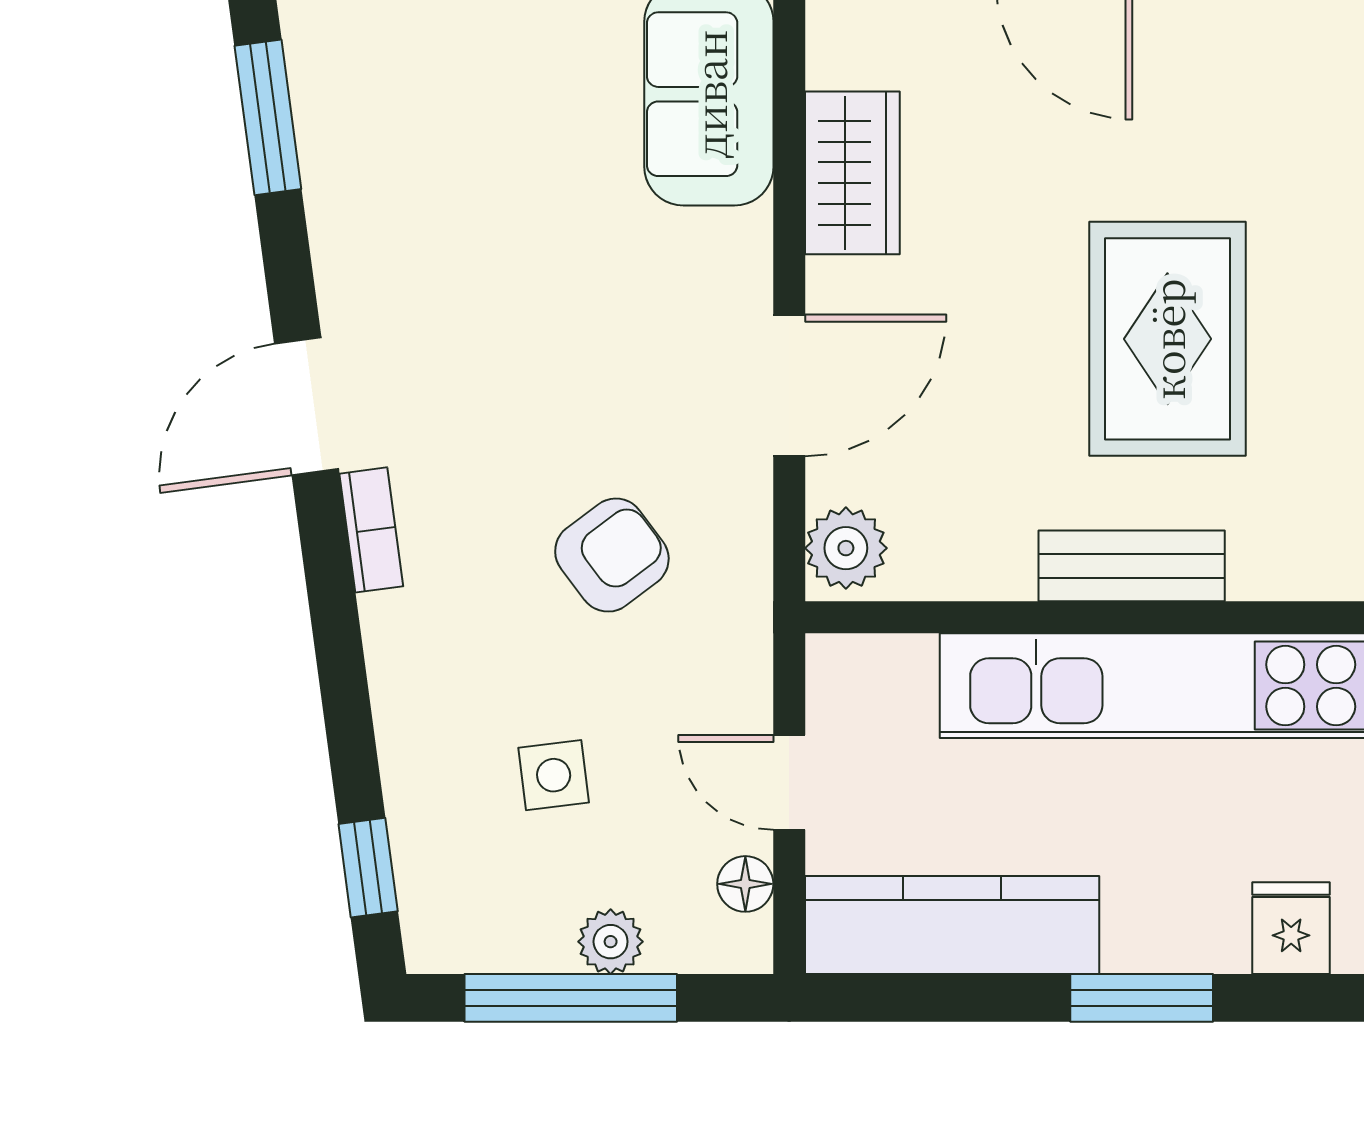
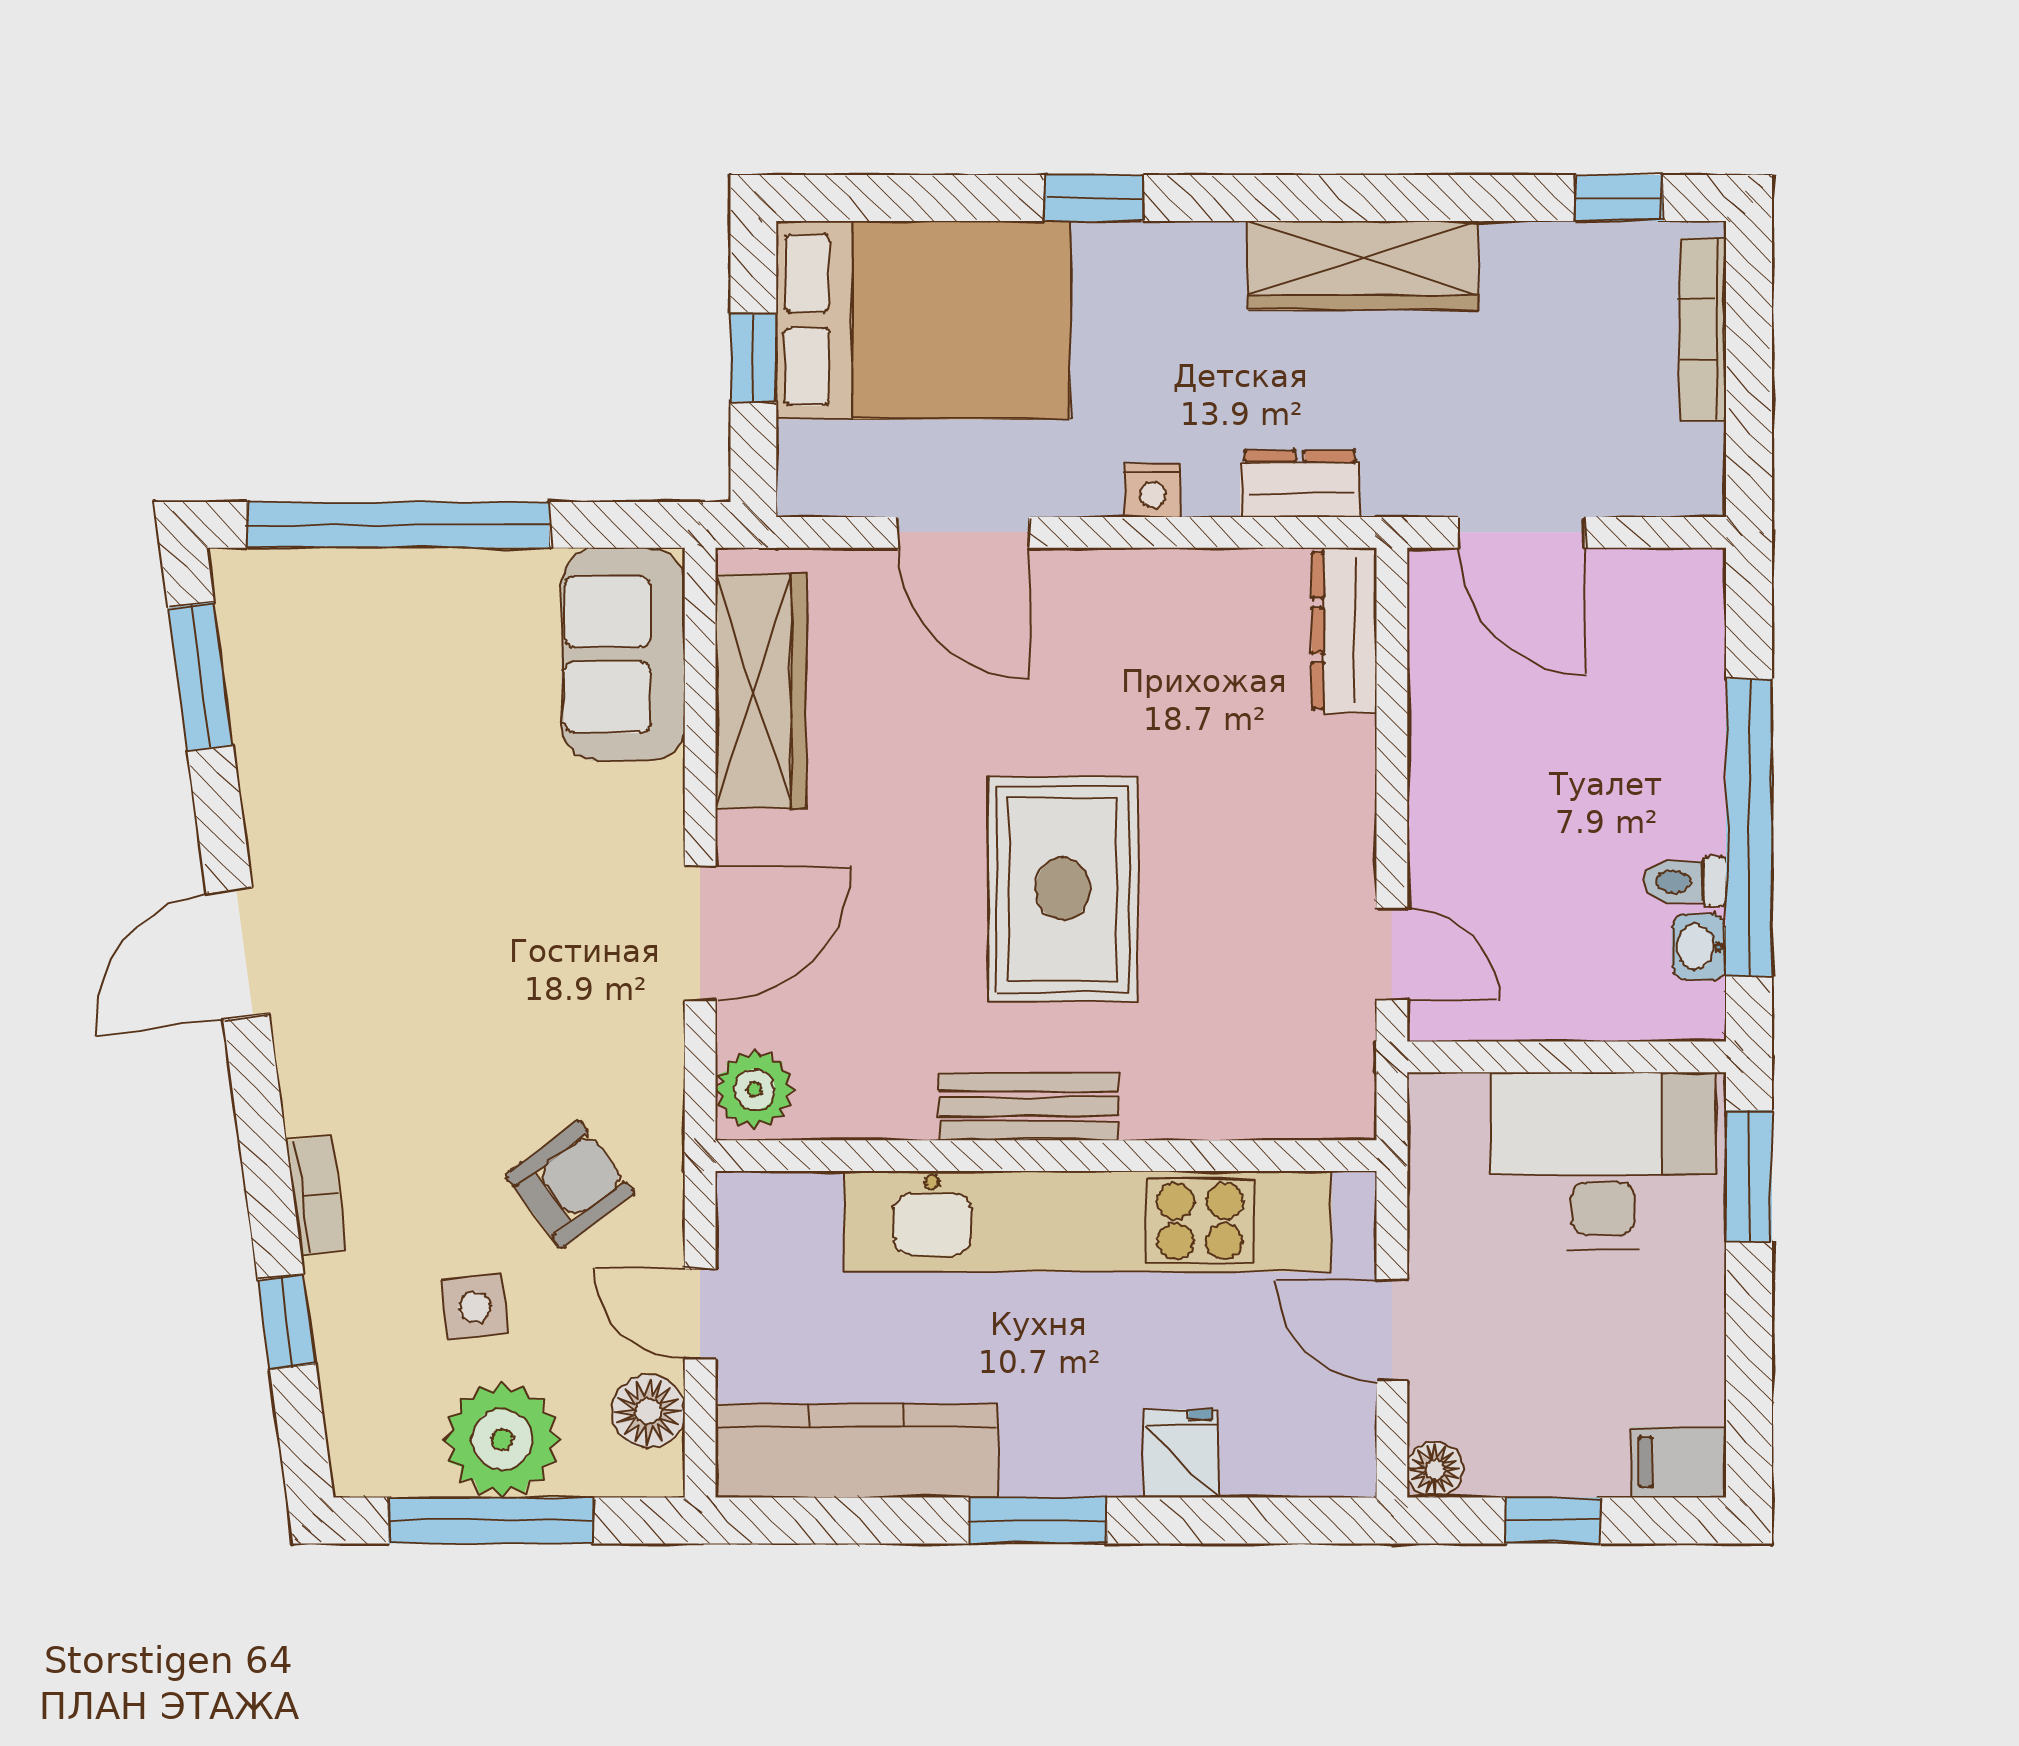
wardrobe: (852, 173) -> (761, 691), width x1.50
bookcase: (371, 530) -> (316, 1195), moved
armchair: (612, 555) -> (570, 1184), moved
window: (368, 868) -> (287, 1322), moved
floor lamp: (745, 884) -> (648, 1411), width x1.37, depth x1.37
plant: (611, 942) -> (502, 1439), width x1.87, depth x1.87

